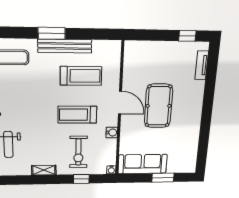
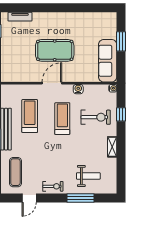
treadmill: (77, 115) -> (62, 119), turned 180

